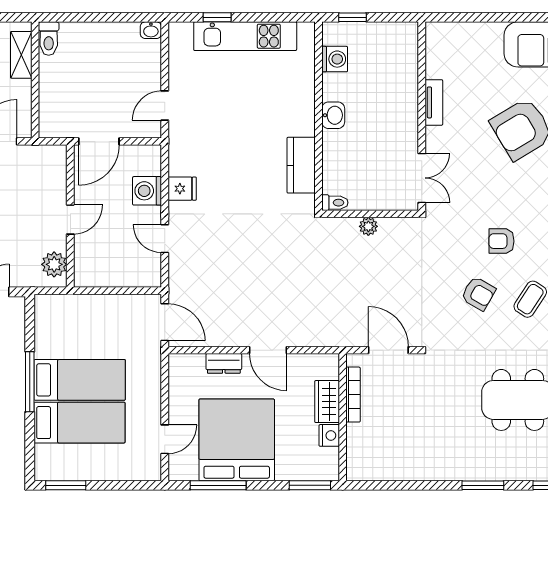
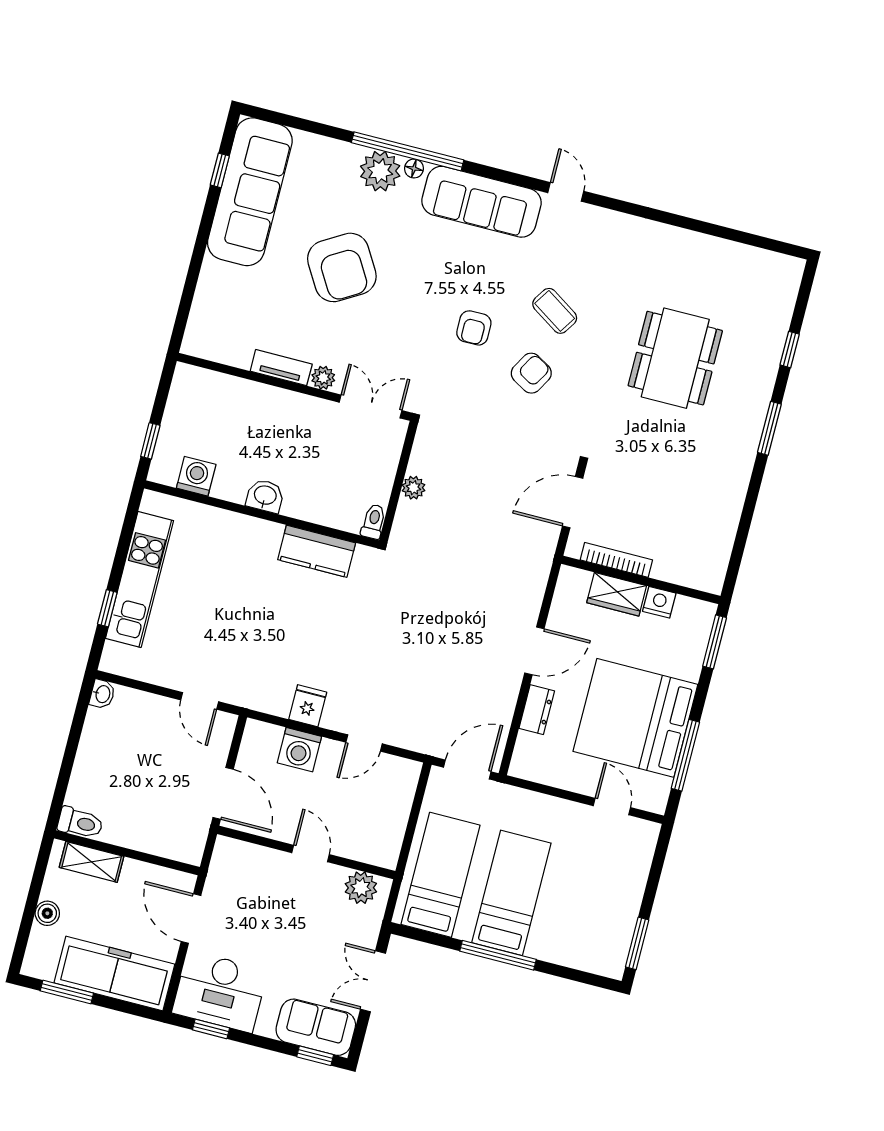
plant: (434, 136) -> (323, 378), added
bed: (80, 423) -> (441, 875), moved

